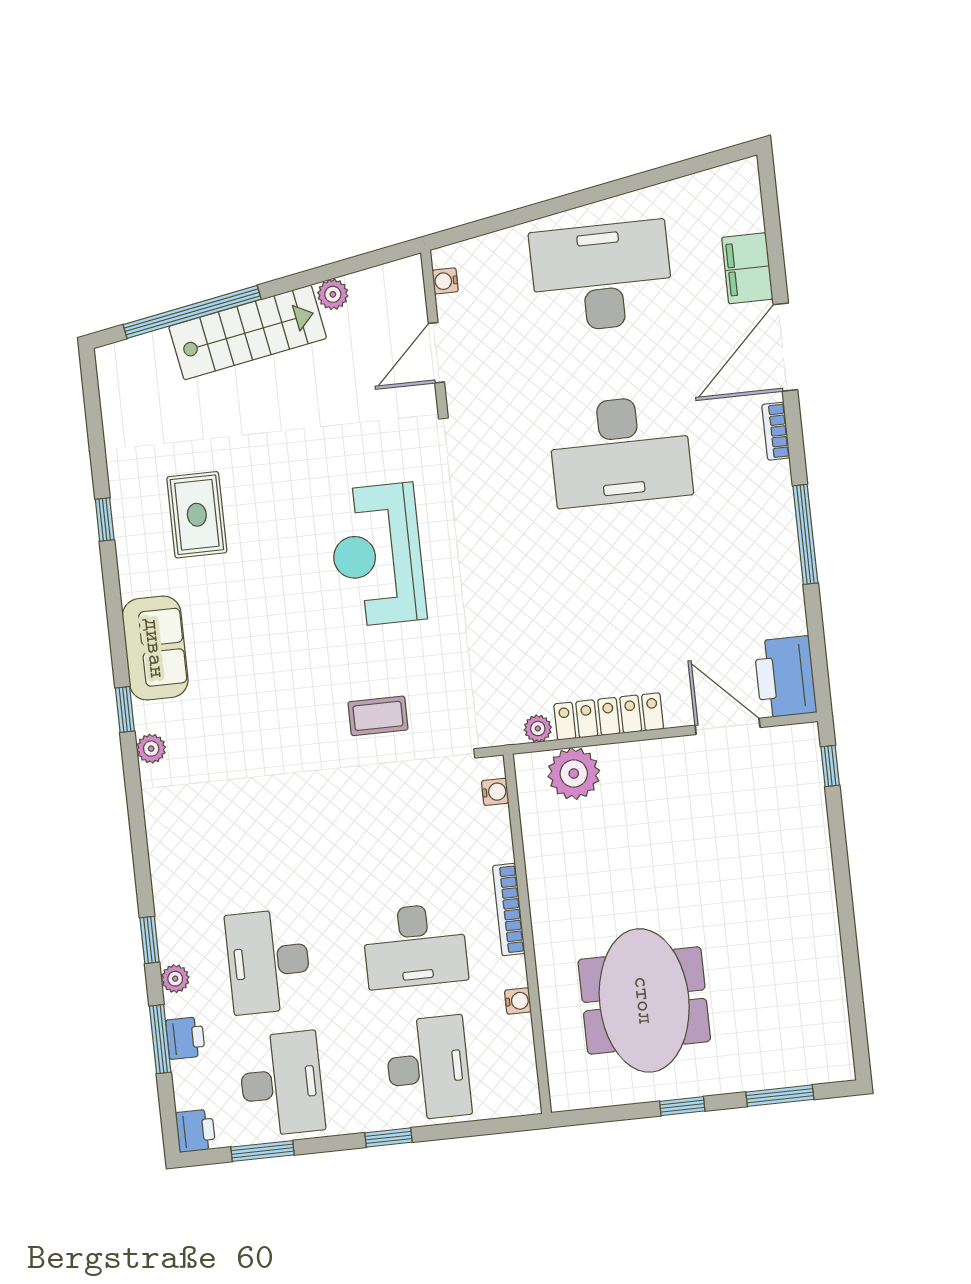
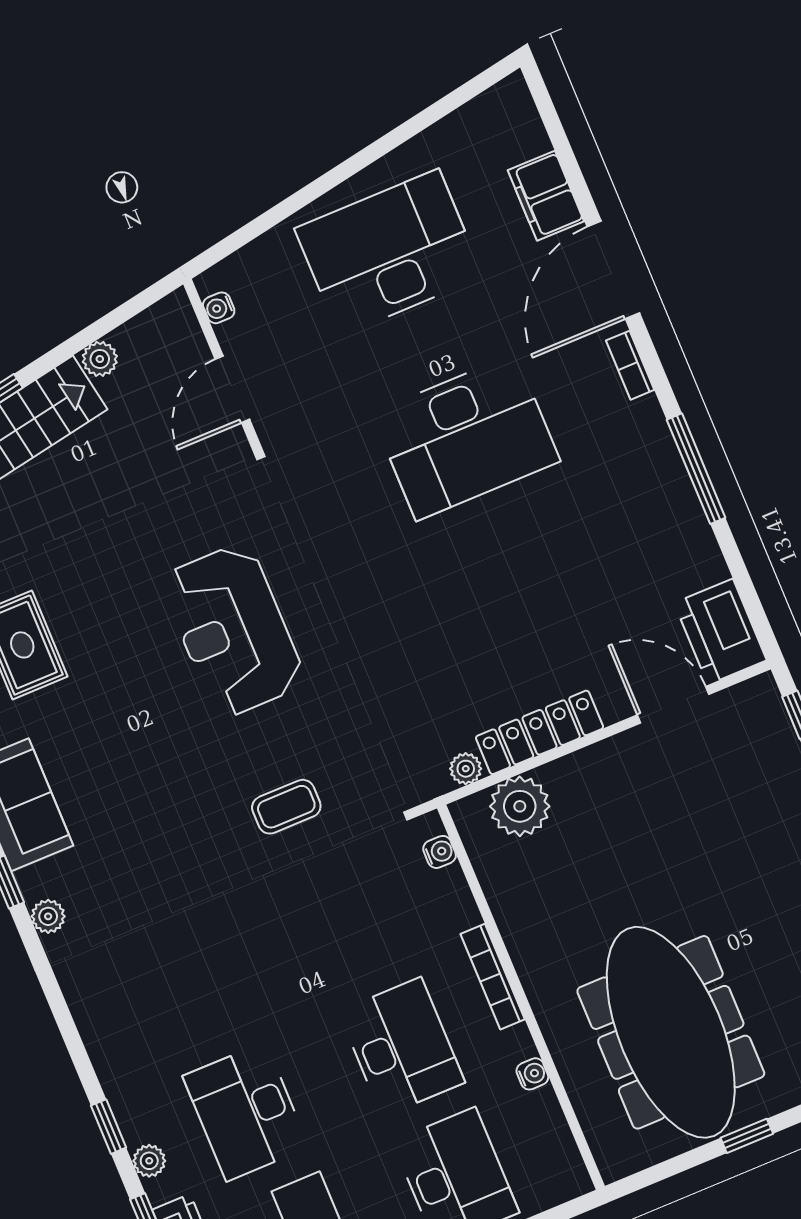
desk: (415, 946) -> (402, 1047), turned -90
meeting table: (644, 1000) -> (671, 1032), width x1.36

